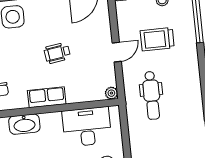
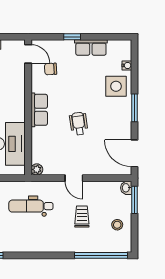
trolley: (157, 39) -> (82, 216), width x0.73, depth x0.72
washbasin: (24, 124) -> (17, 87), removed

